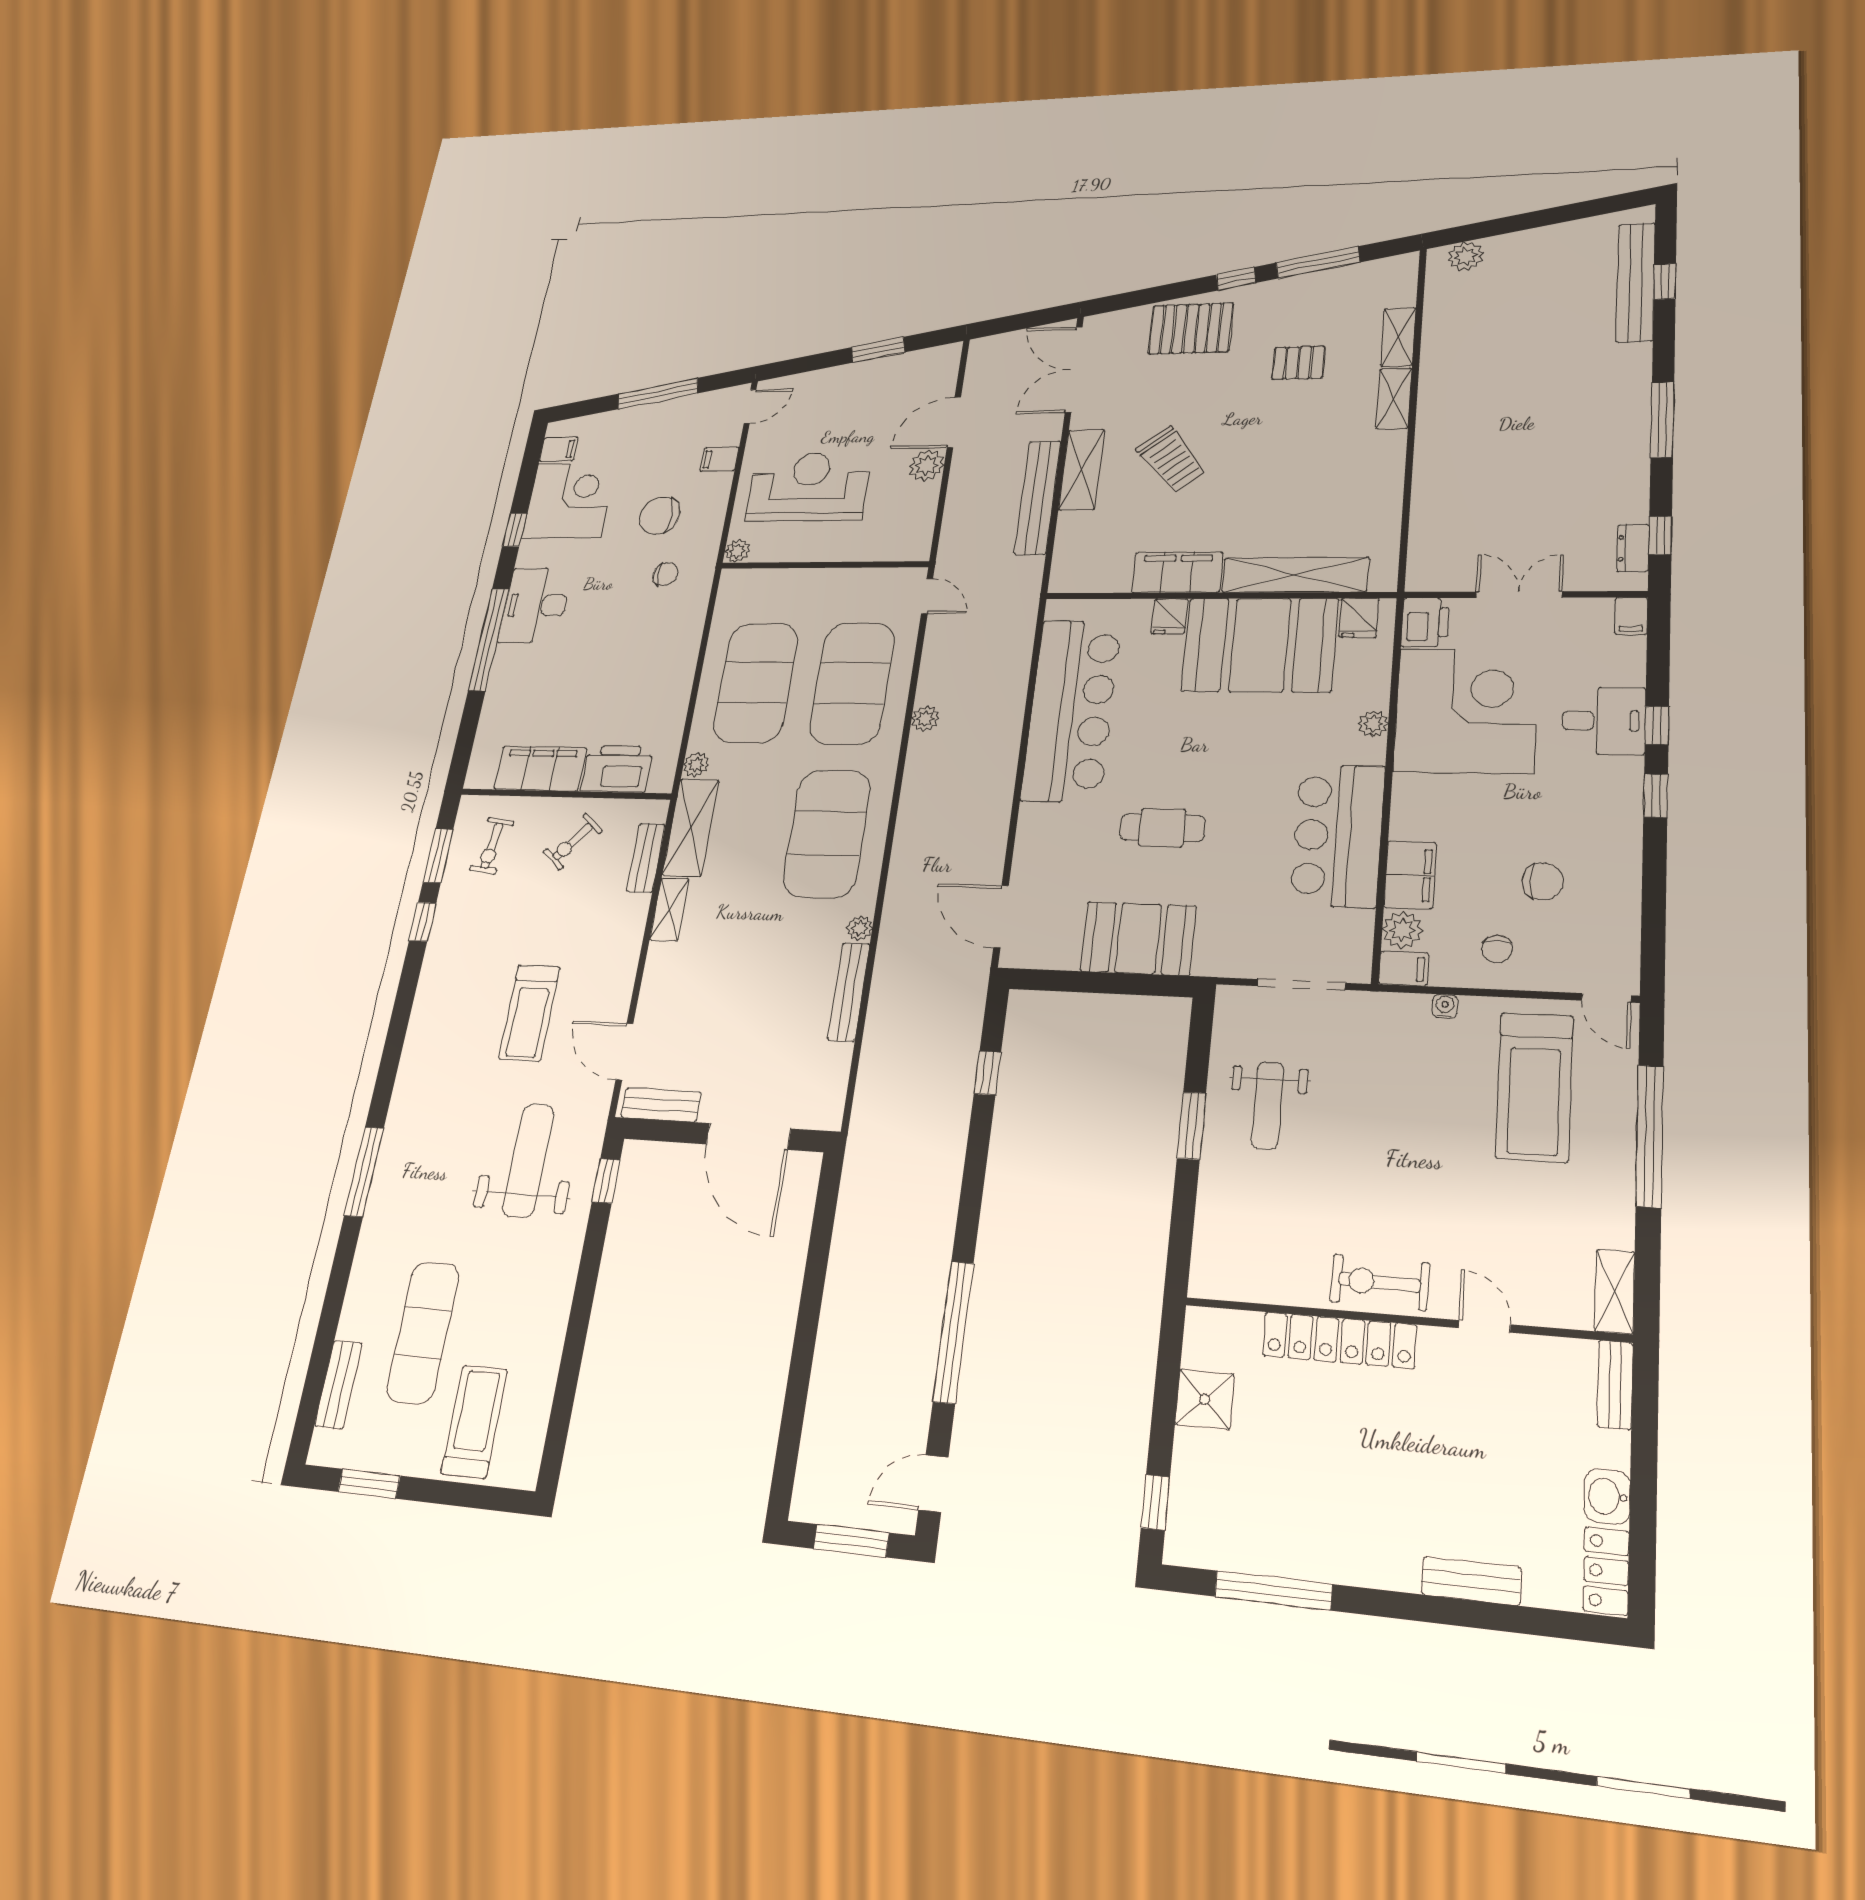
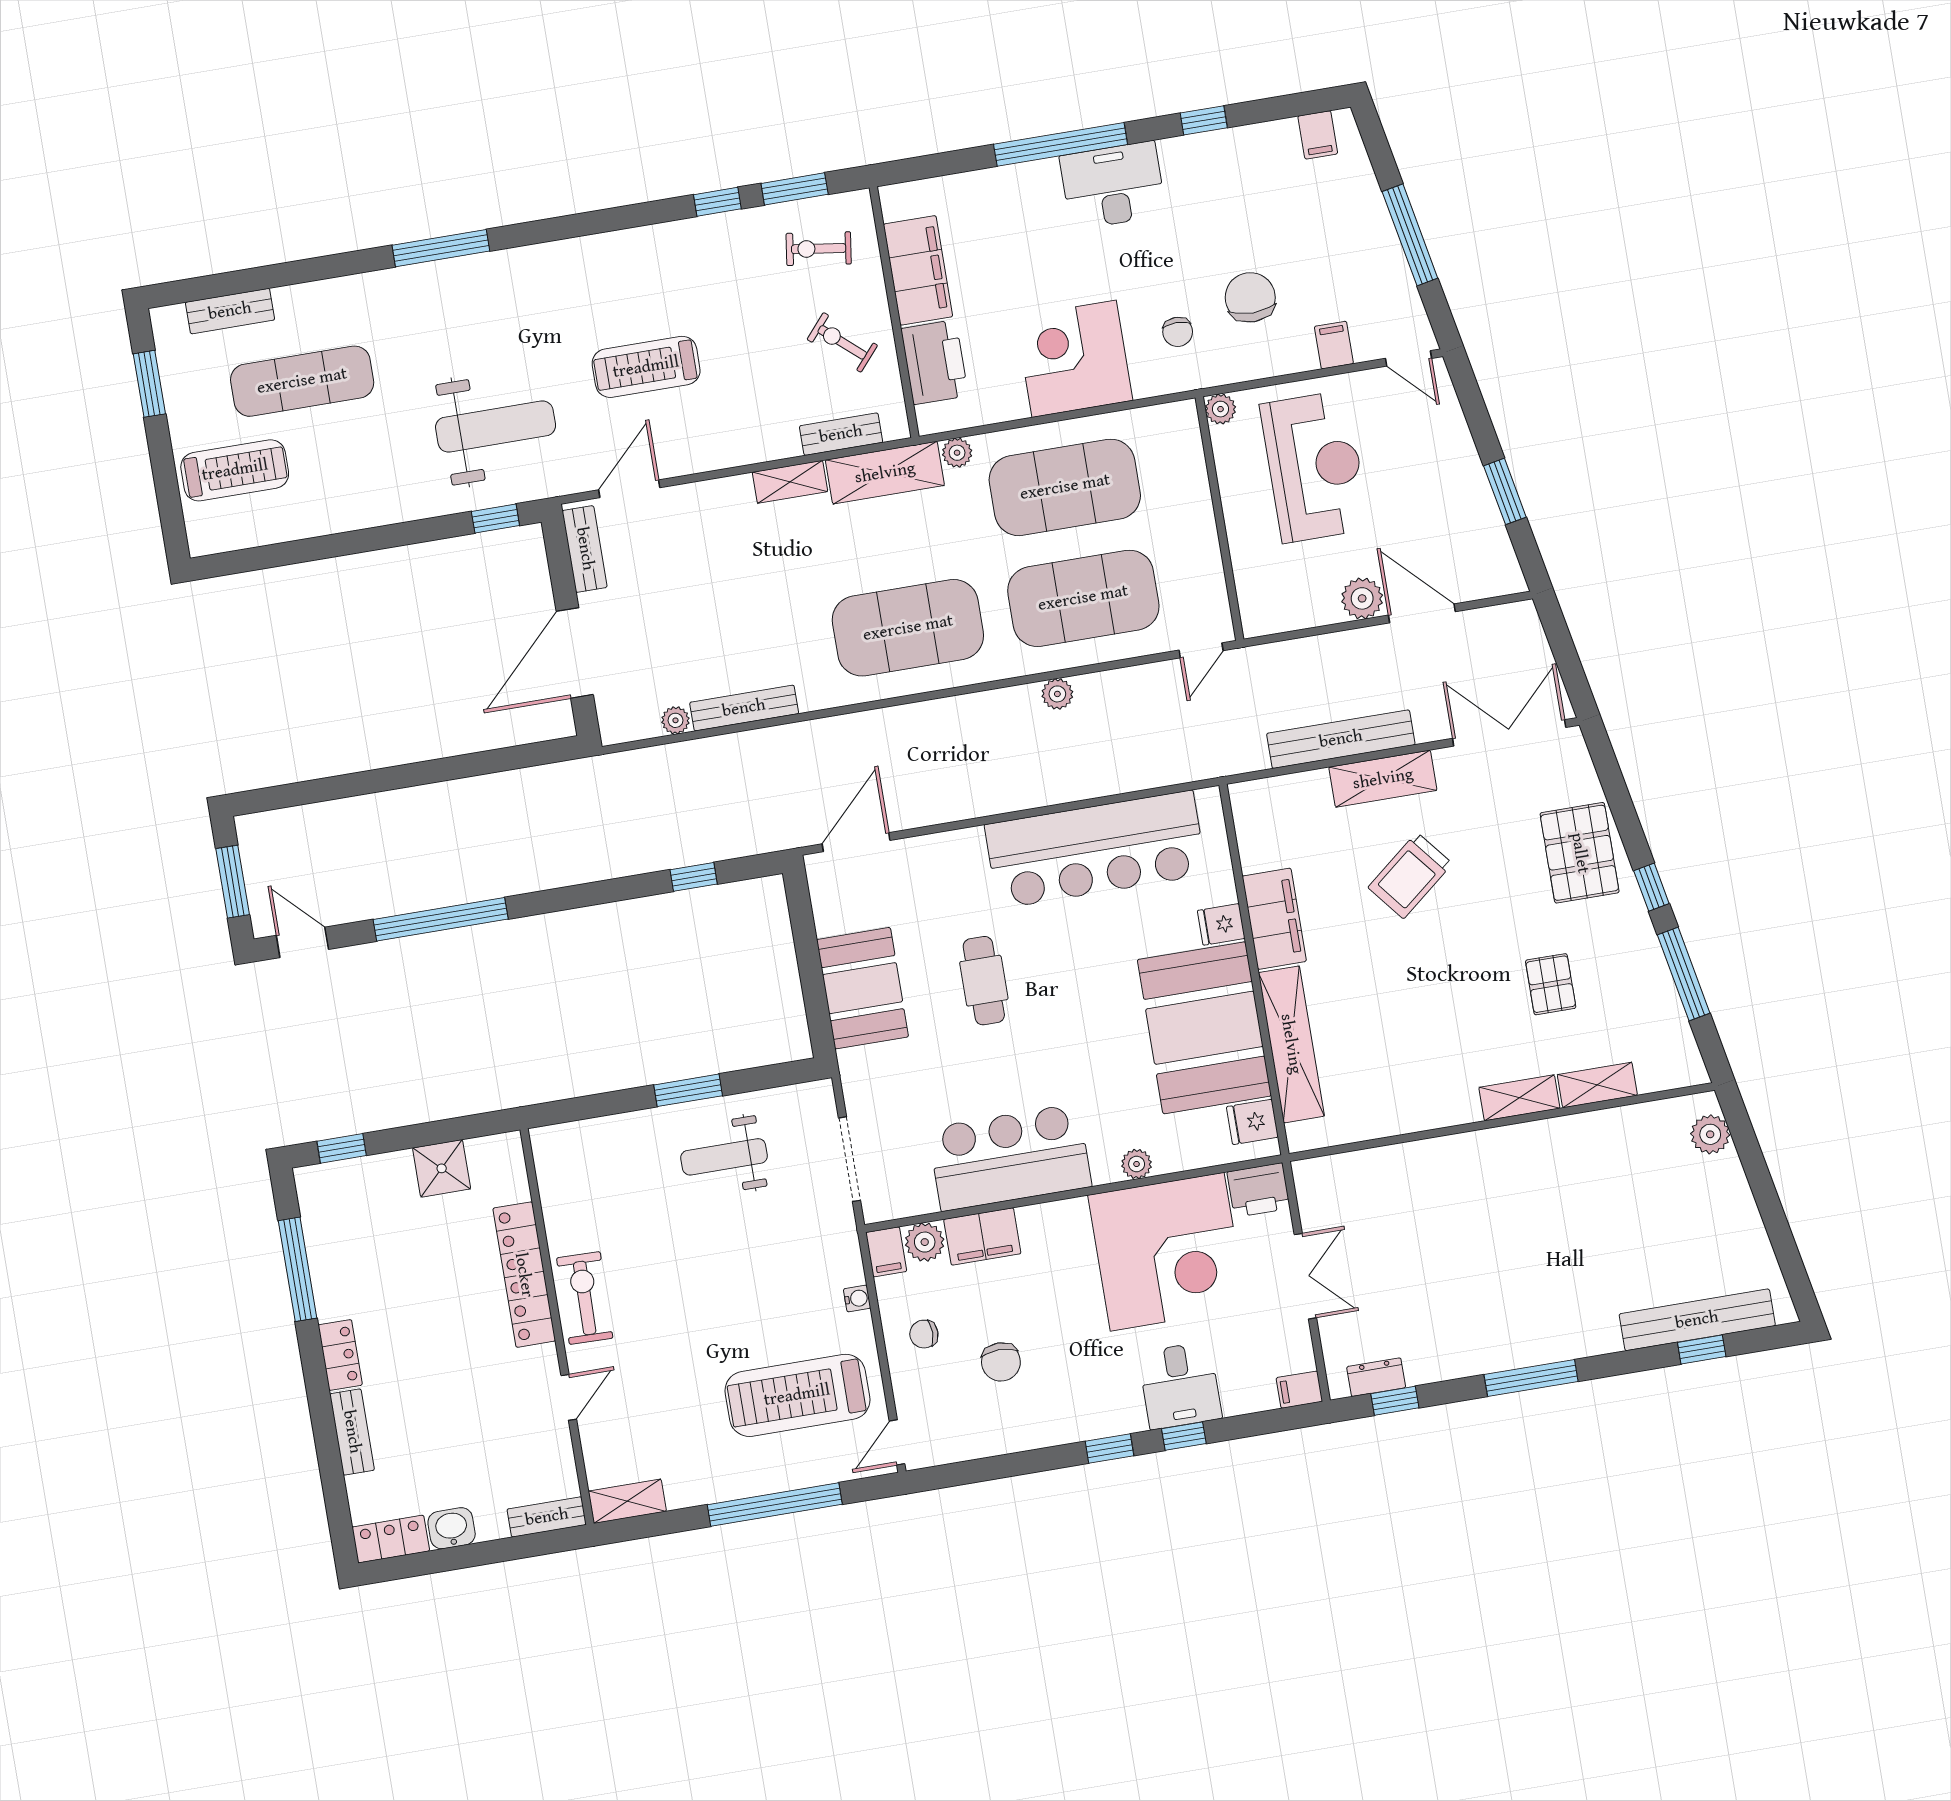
corner desk: (569, 500) -> (1074, 359), moved, turned 180
plant: (860, 928) -> (675, 720), moved
locker: (1380, 1569) -> (340, 1355), added

